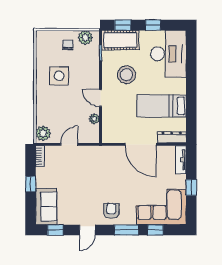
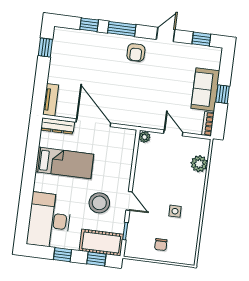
plant: (85, 37) -> (140, 250), removed
side table: (59, 76) -> (175, 211), width x0.54, depth x0.54
door: (100, 98) -> (129, 201), moved
plant: (94, 119) -> (145, 137), moved
plant: (43, 133) -> (199, 164), moved
door: (69, 144) -> (173, 133), swing flipped
window: (191, 187) -> (45, 47), moved
sofa: (46, 207) -> (205, 90), moved
corner sofa: (161, 207) -> (79, 50), removed

